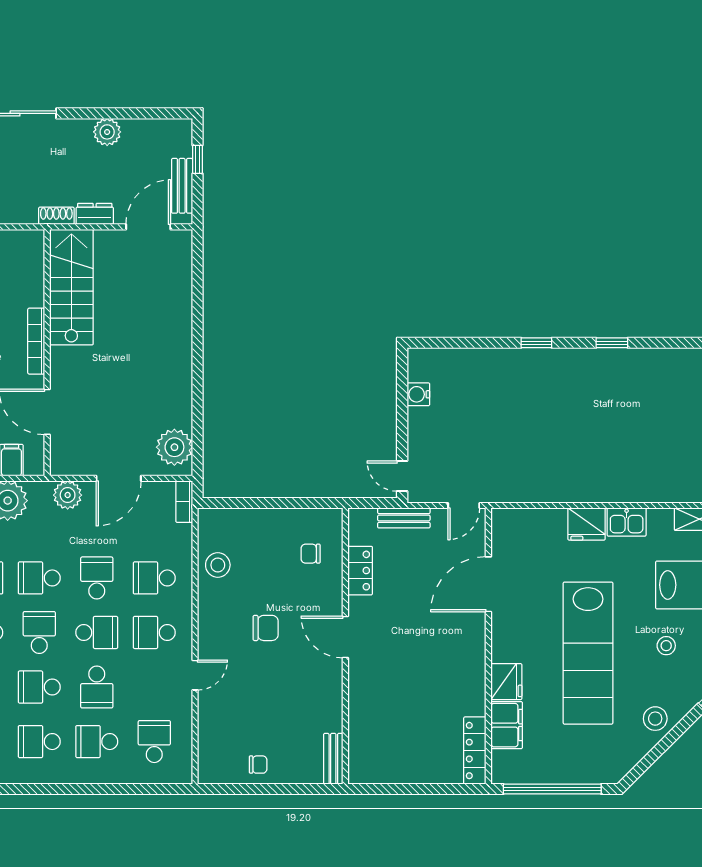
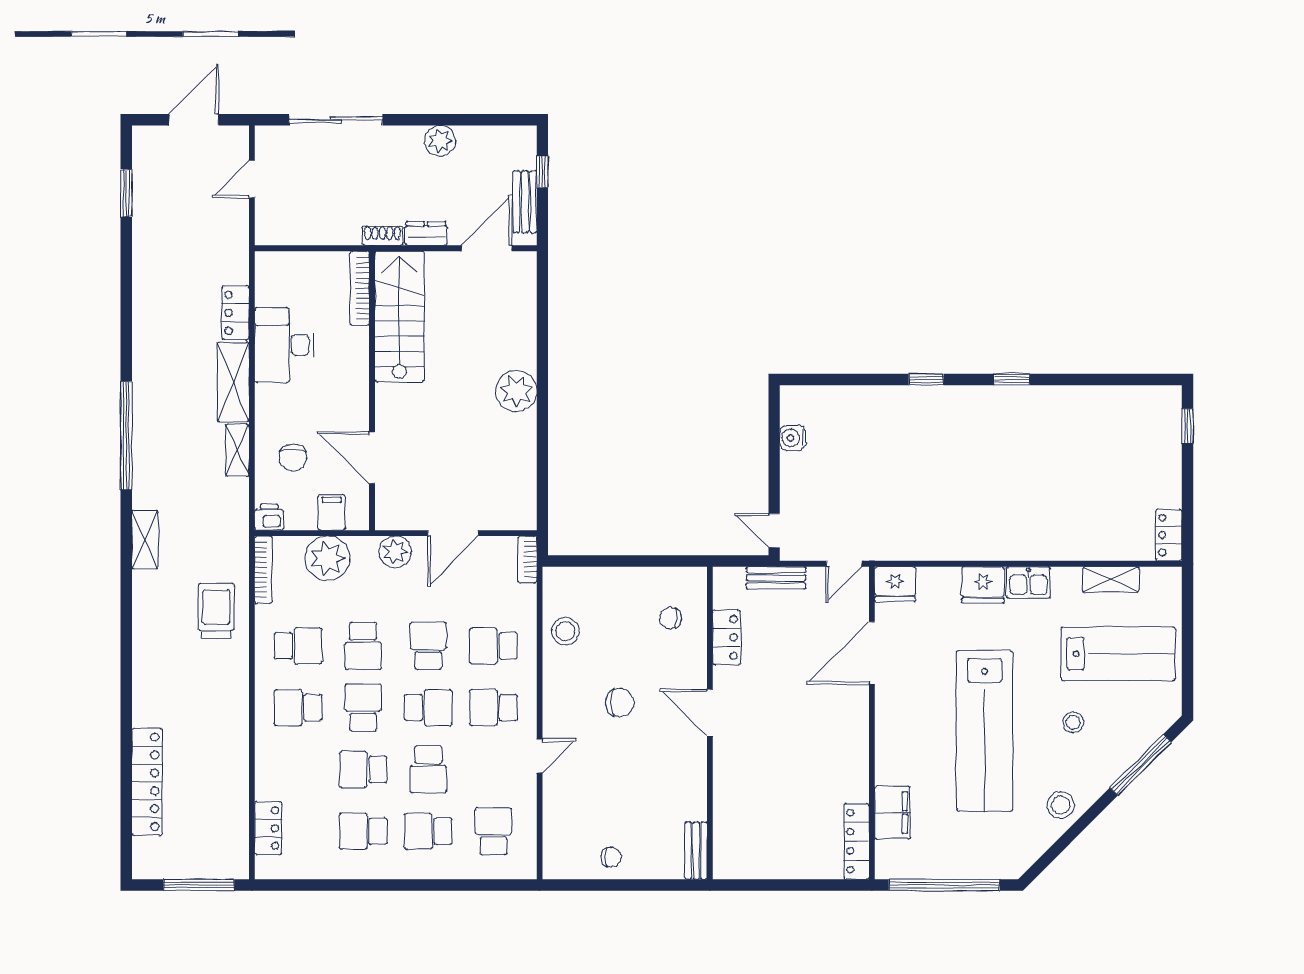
bookcase: (36, 341) -> (360, 288), moved
plant: (174, 447) -> (516, 391), moved
school desk: (39, 578) -> (363, 646), turned -90
fridge: (506, 682) -> (895, 584), moved, turned 90

